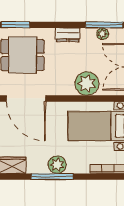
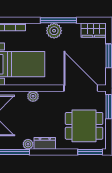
plant: (102, 34) -> (28, 144), moved
plant: (87, 84) -> (33, 96), width x0.53, depth x0.53

